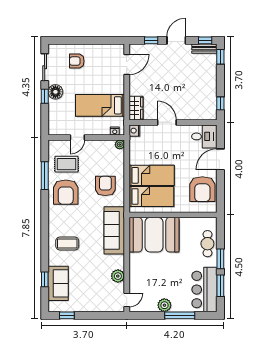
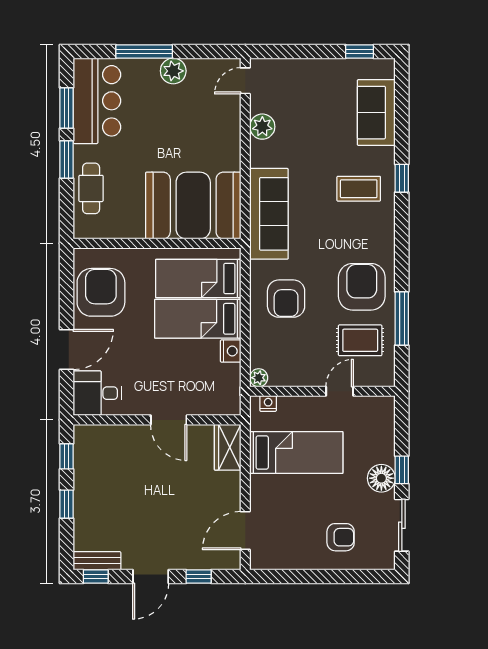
window: (220, 57) -> (67, 504), moved
nightstand: (134, 131) -> (231, 351), moved
window: (45, 279) -> (402, 178), moved

